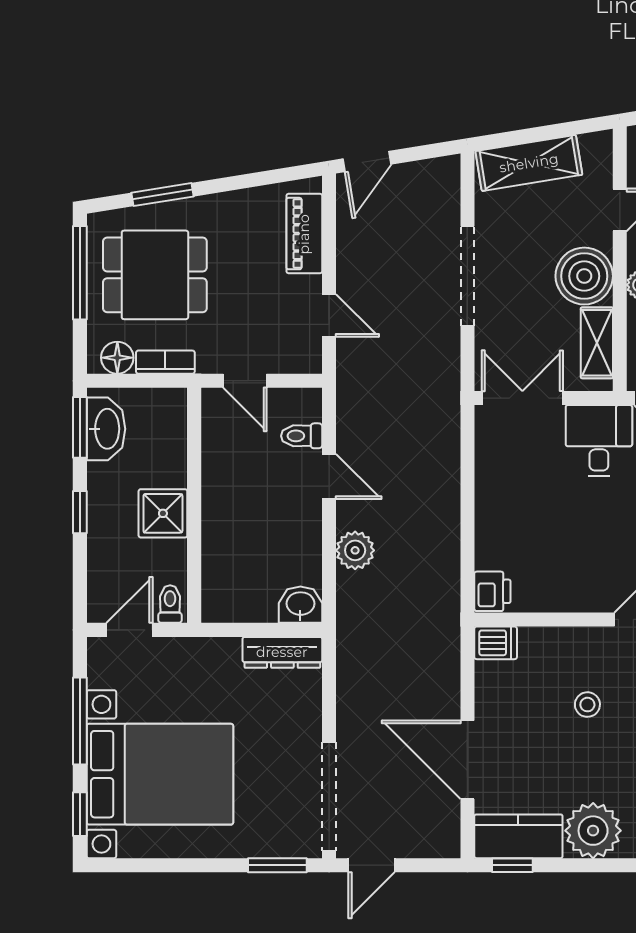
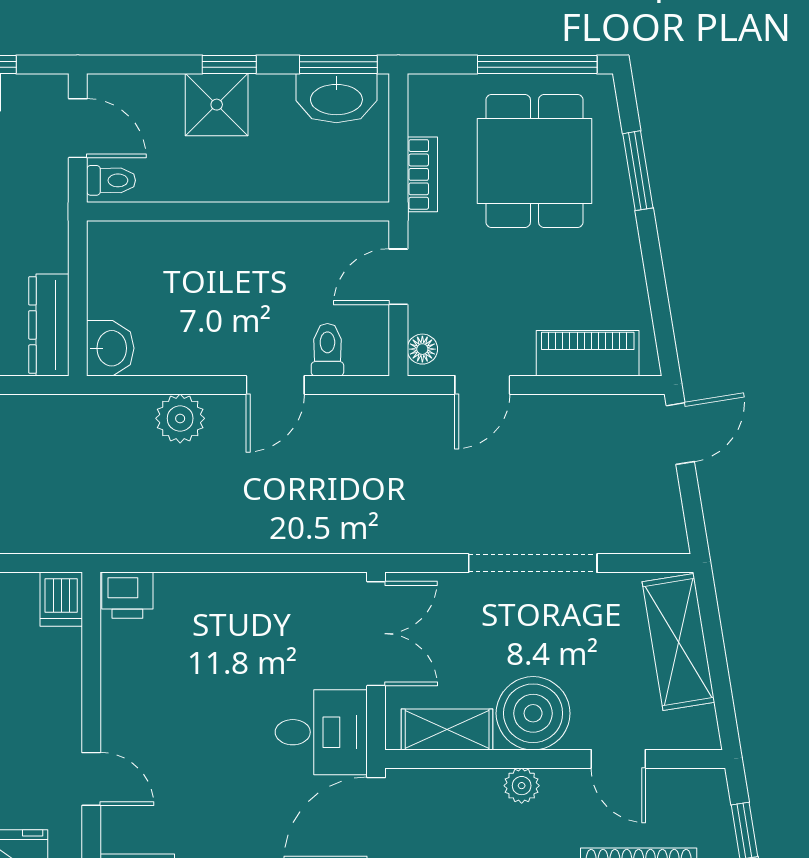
door: (367, 162) -> (680, 434), swing flipped
floor lamp: (117, 358) -> (422, 349), moved, width x0.73, depth x0.73
shower: (163, 513) -> (217, 105), moved

